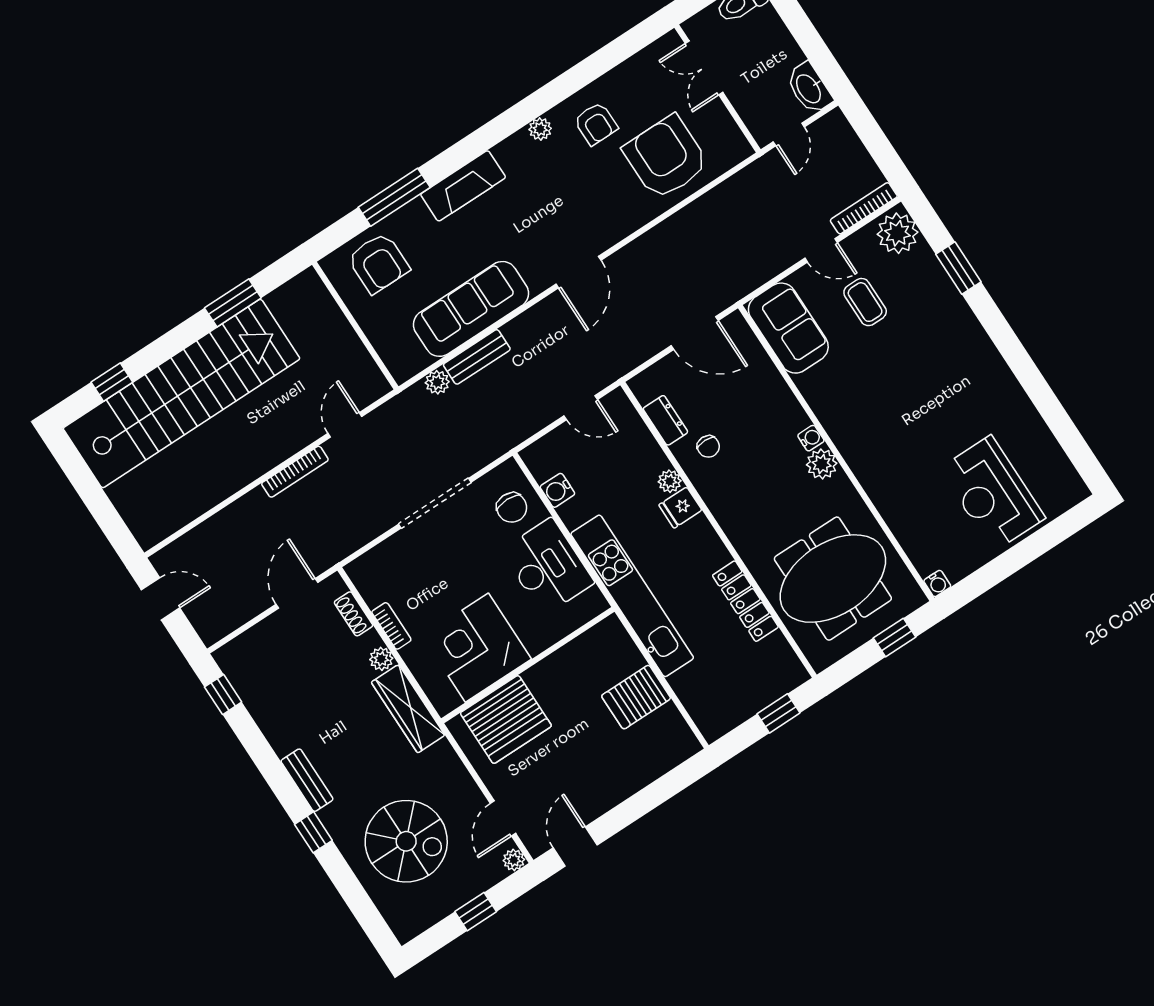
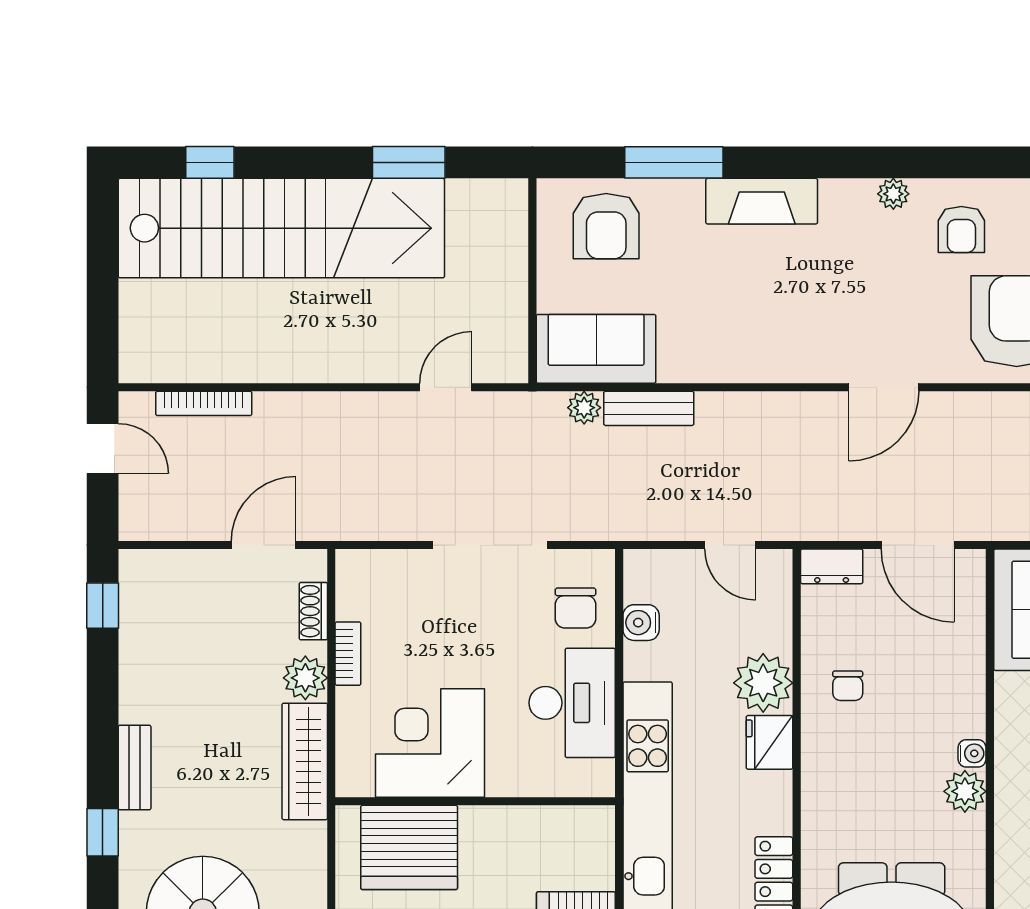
door: (578, 272) -> (884, 387), moved
sofa: (471, 309) -> (596, 349), moved, width x0.73
dresser: (665, 420) -> (832, 566), moved, turned 90
bookcase: (295, 472) -> (204, 403), moved
plant: (670, 481) -> (763, 683), width x1.88, depth x1.88
fridge: (680, 508) -> (770, 742), width x1.38
plant: (381, 659) -> (305, 678), width x1.38, depth x1.38

